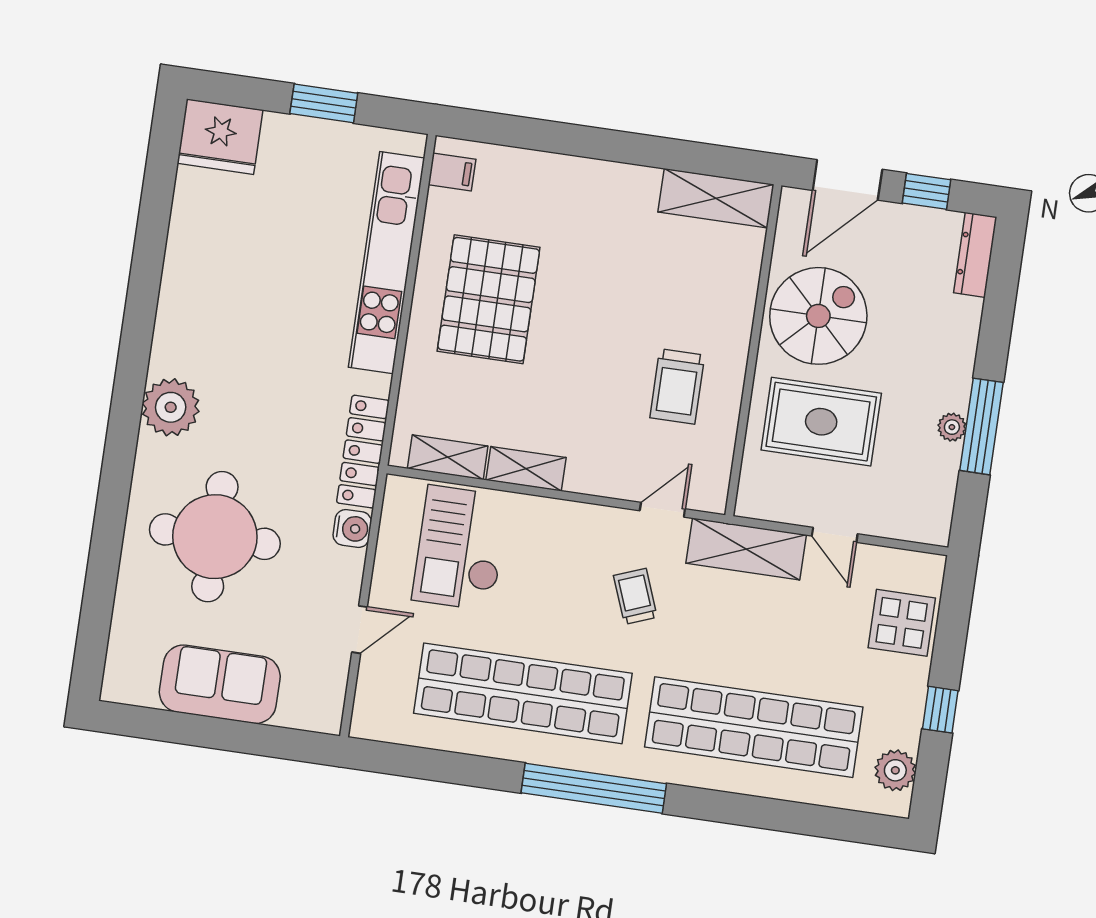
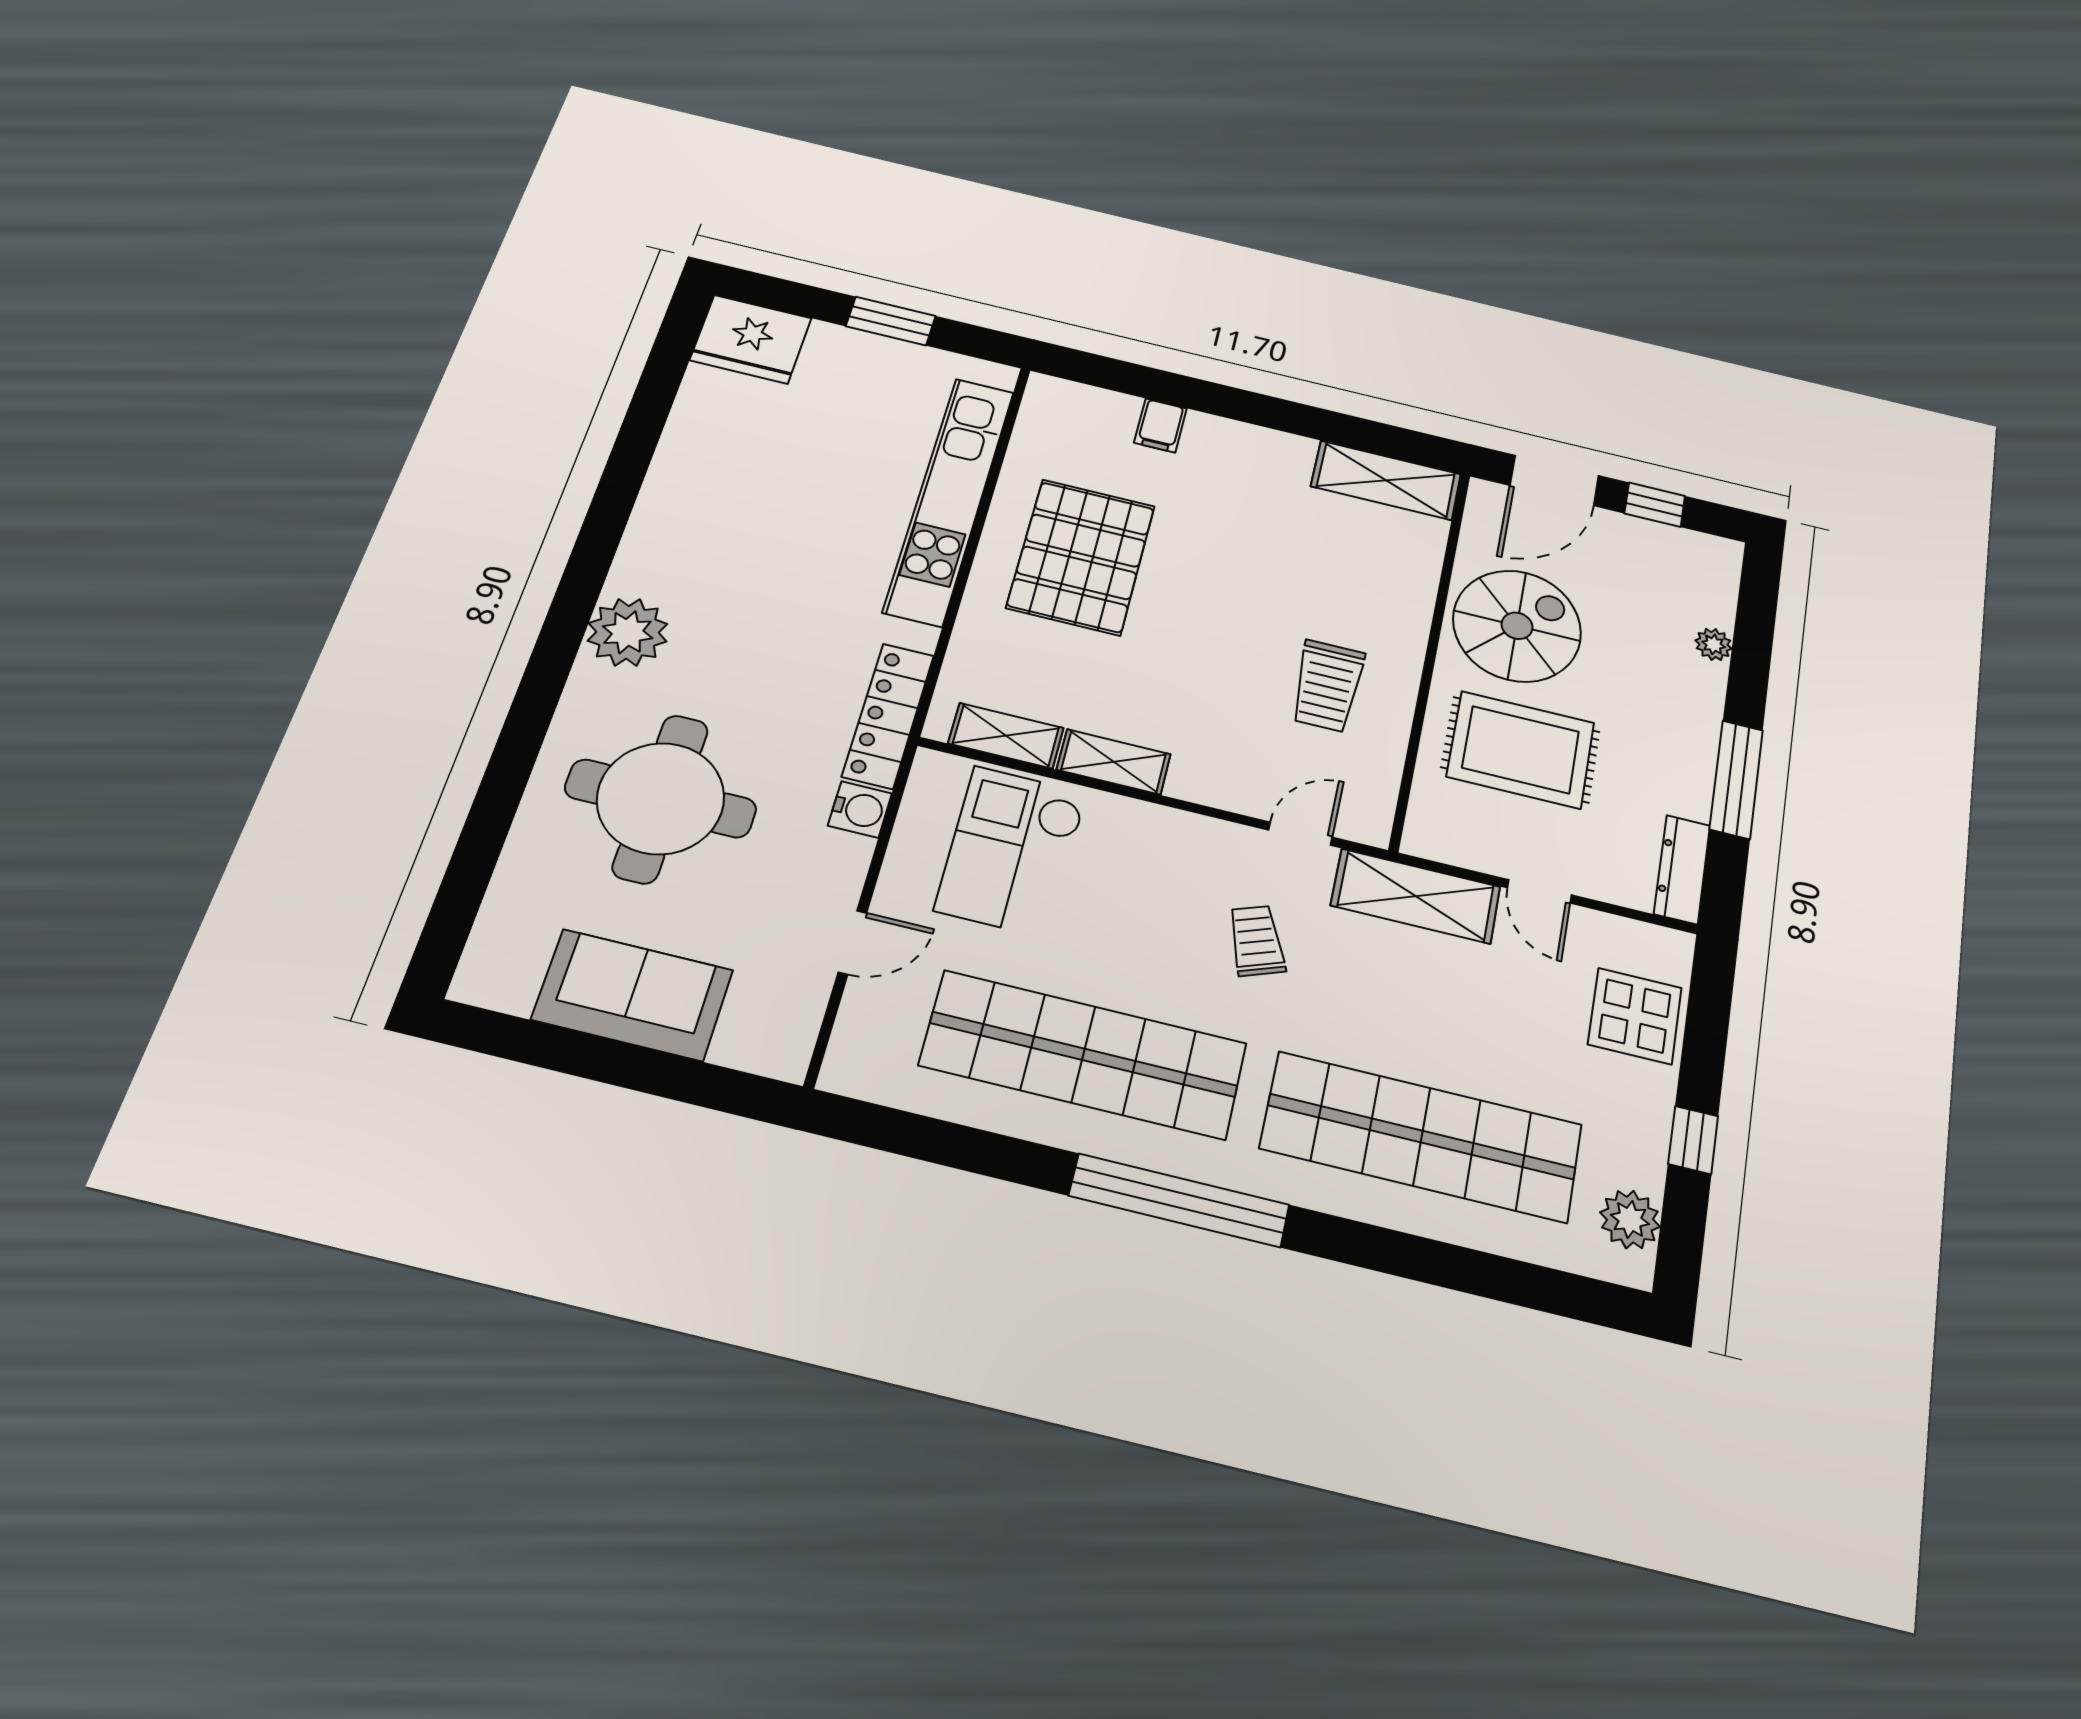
filing cabinet: (452, 172) -> (1160, 425), moved, turned 90
dresser: (975, 255) -> (1682, 869), moved
plant: (952, 427) -> (1714, 644), moved

